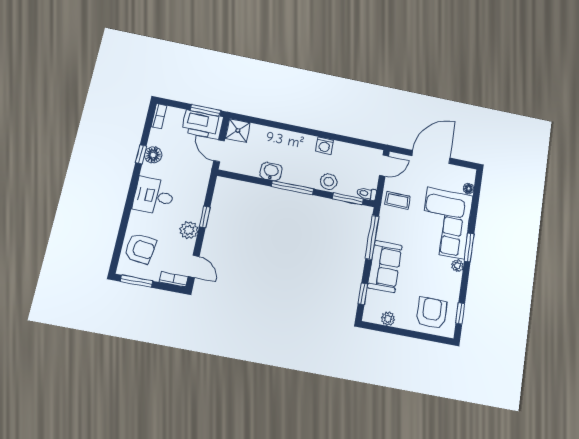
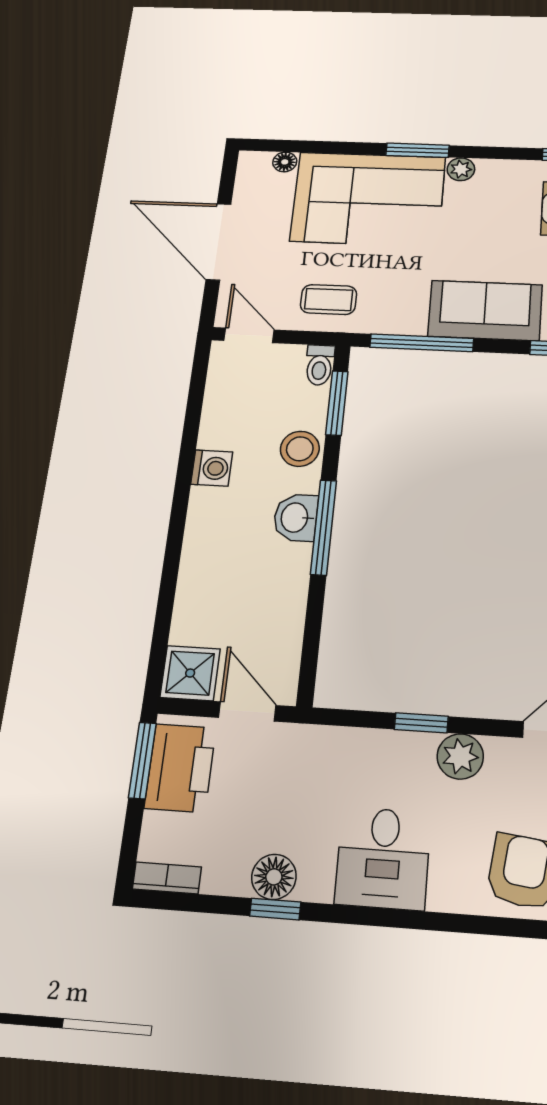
door: (219, 151) -> (247, 711), swing flipped
washbasin: (271, 172) -> (296, 518), moved
coffee table: (398, 201) -> (329, 300), turned 90

